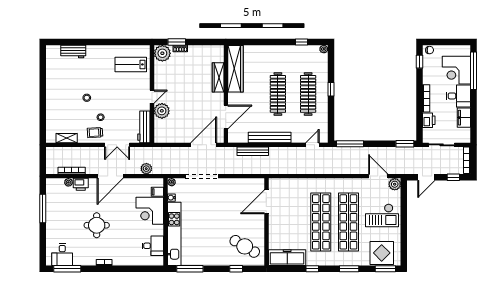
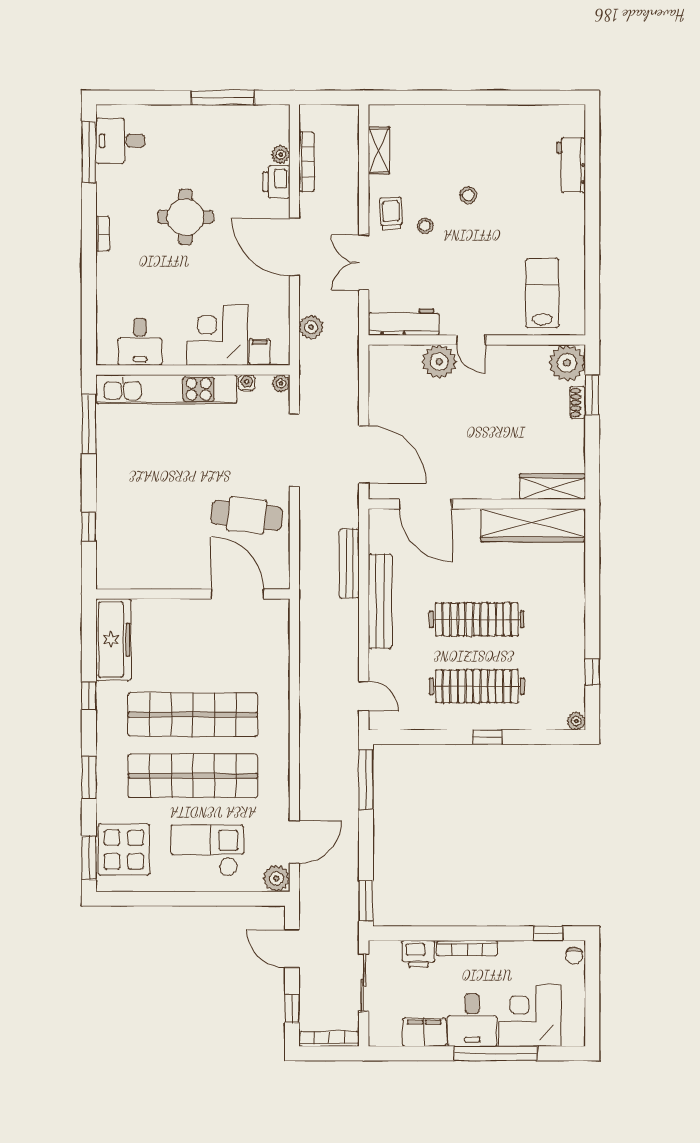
window: (474, 71) -> (496, 1053), moved
wardrobe: (218, 77) -> (553, 487), moved
checkout: (382, 215) -> (207, 850), turned 90
cafe table: (245, 246) -> (247, 515), moved, turned 65

